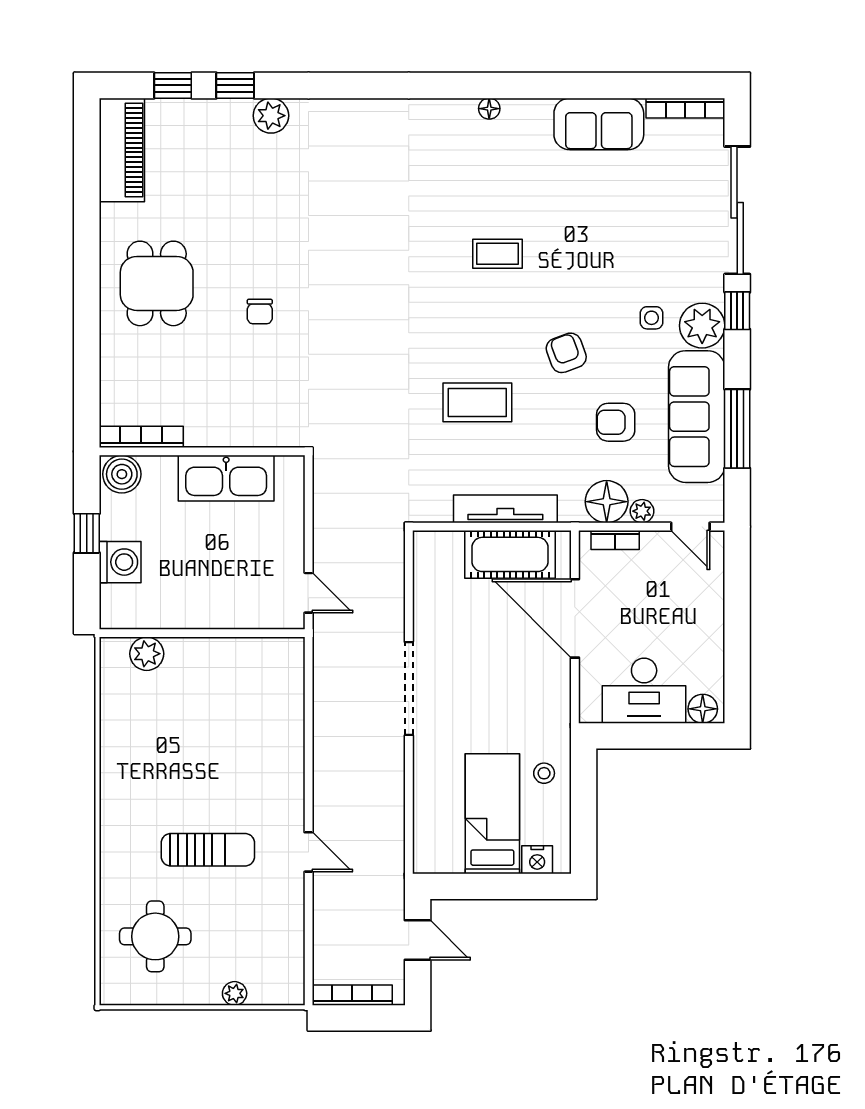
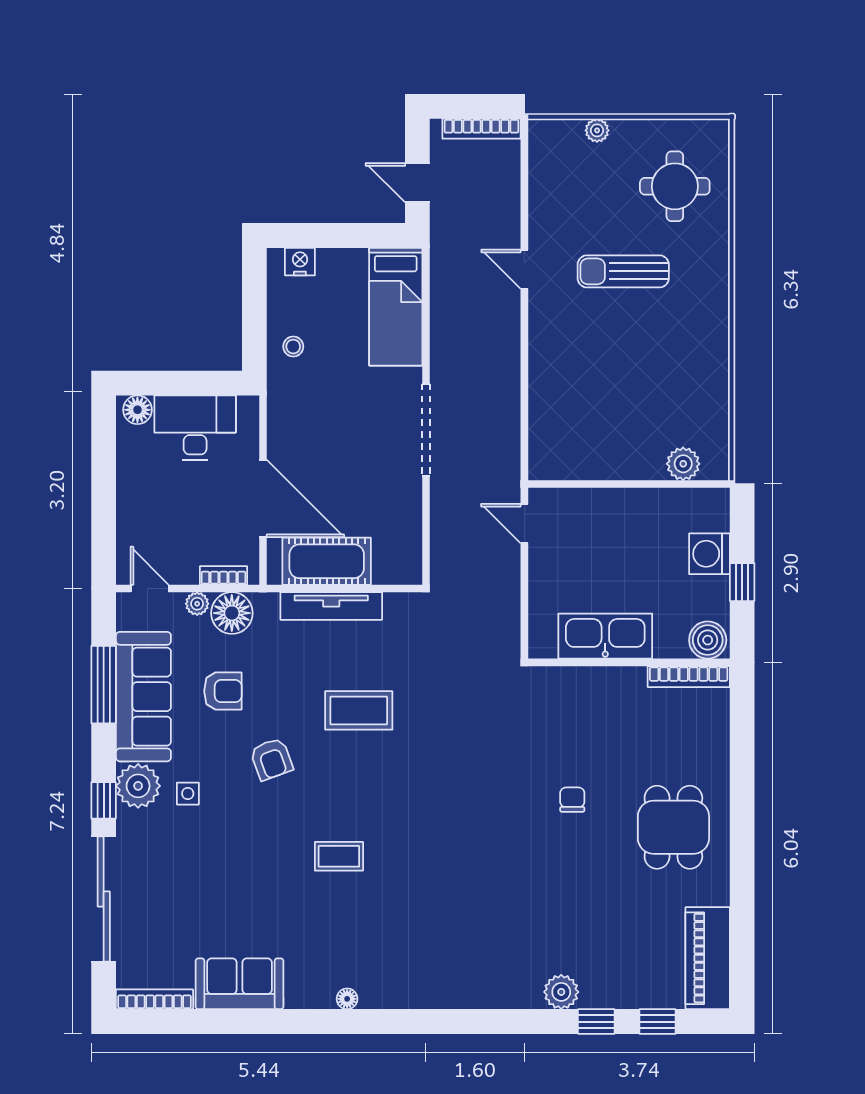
bed: (492, 814) -> (396, 307), moved

